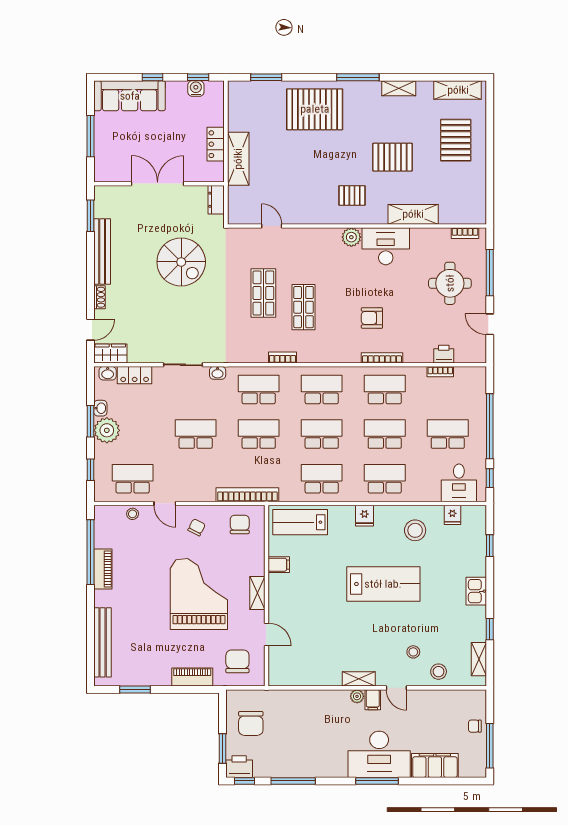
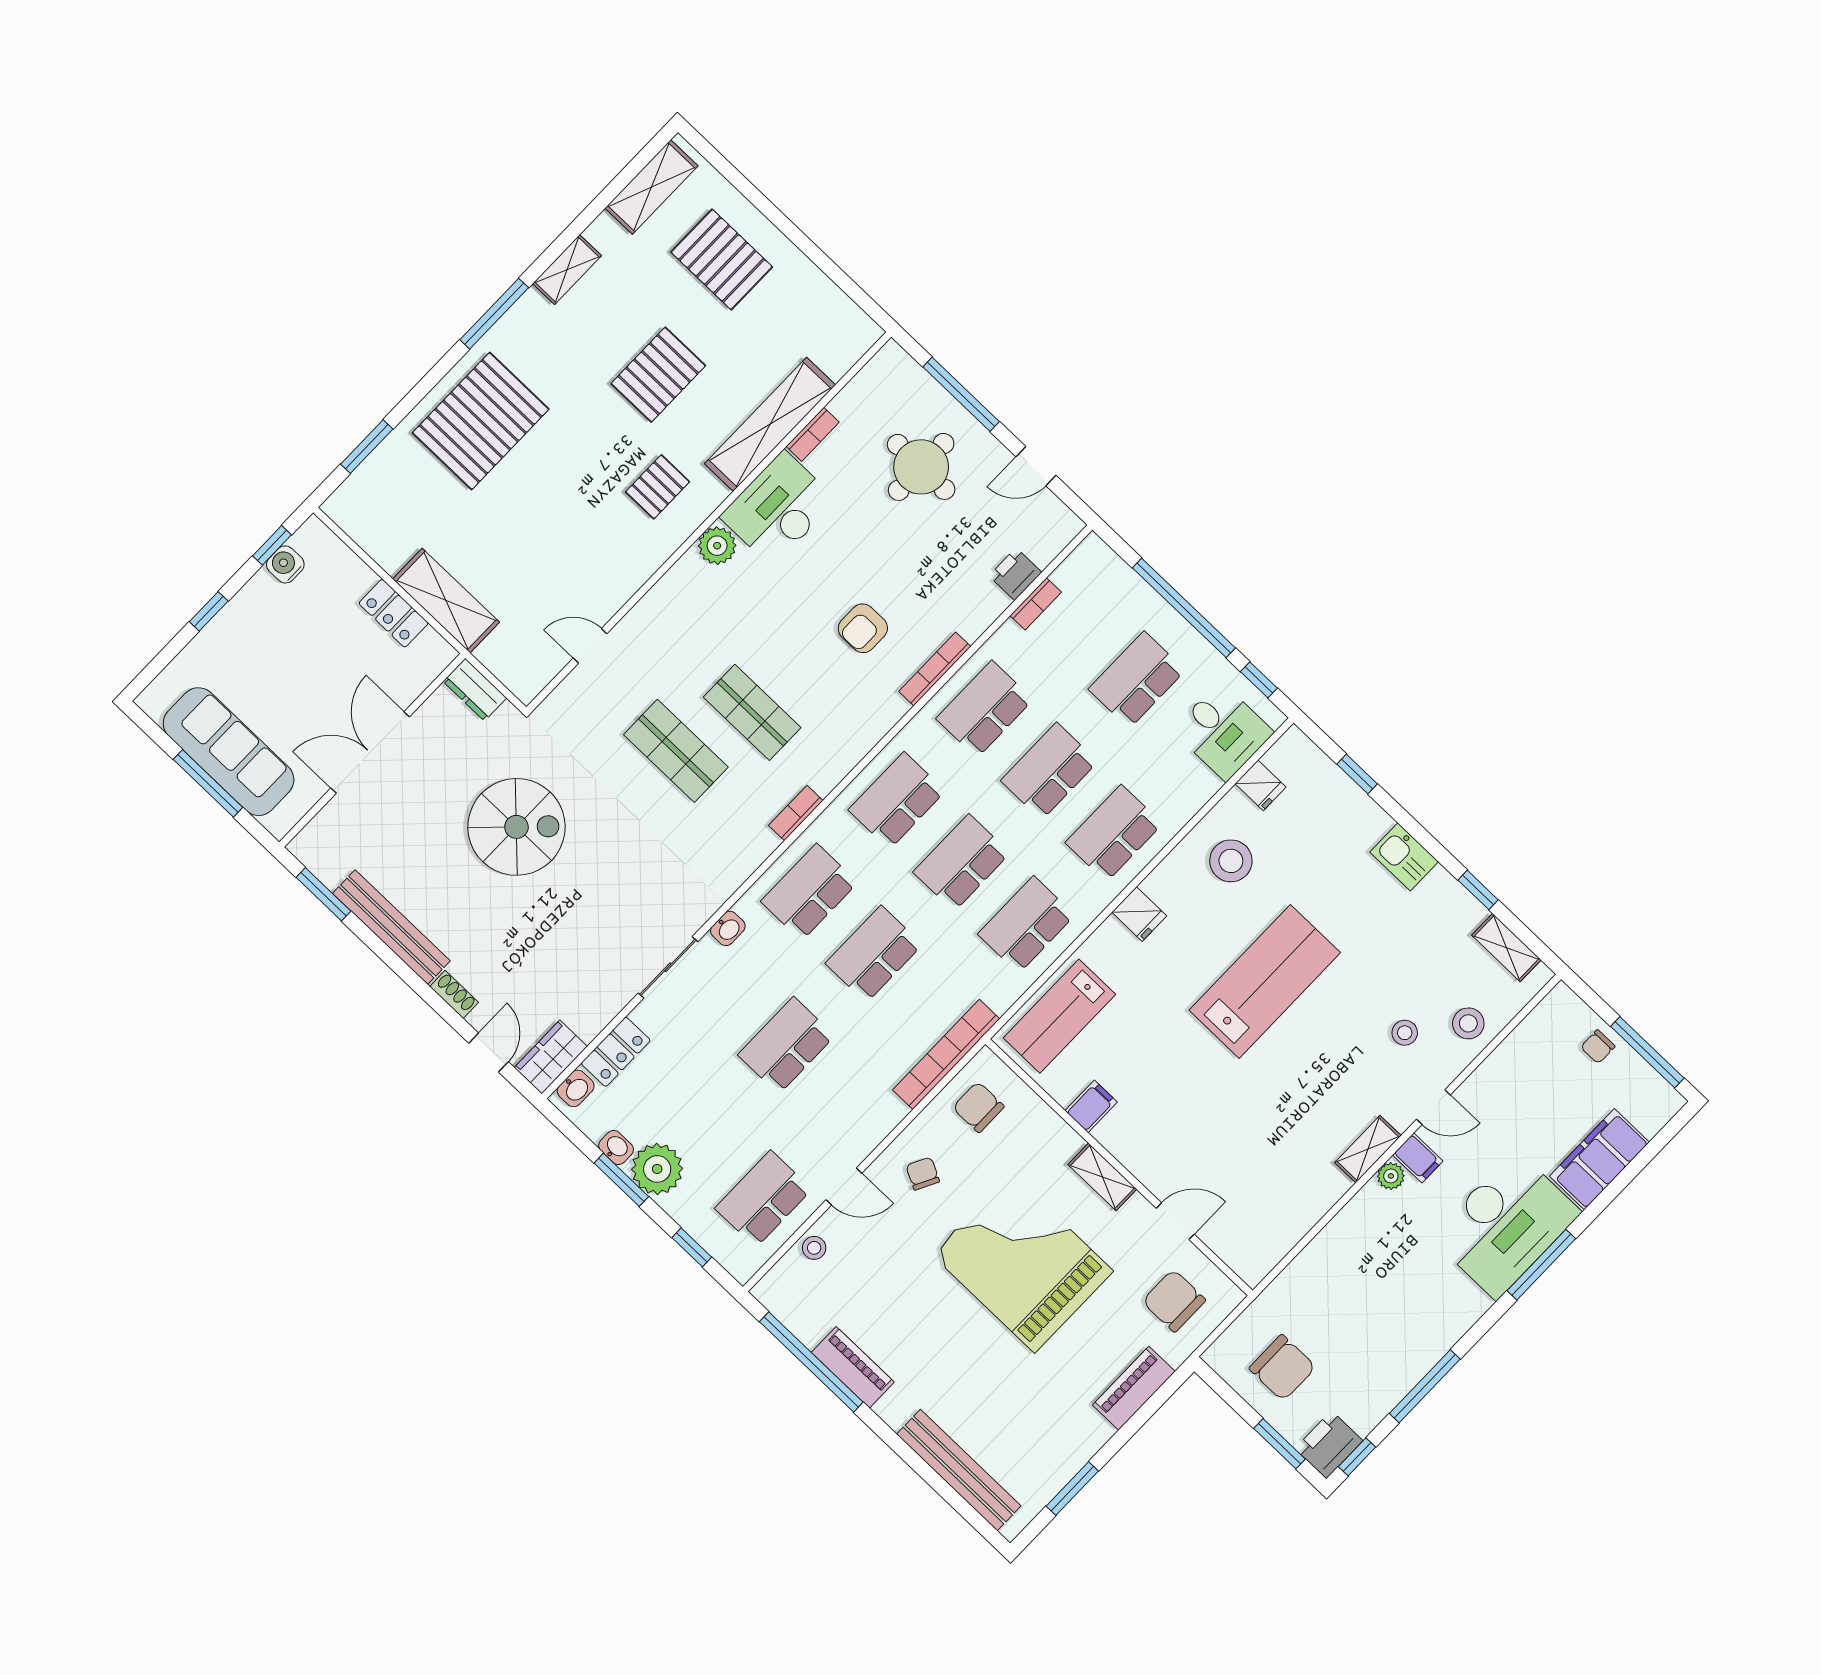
sofa: (130, 96) -> (229, 752), moved, turned -90
shelving: (413, 214) -> (770, 424), width x1.47
bookcase: (465, 233) -> (813, 434), moved

